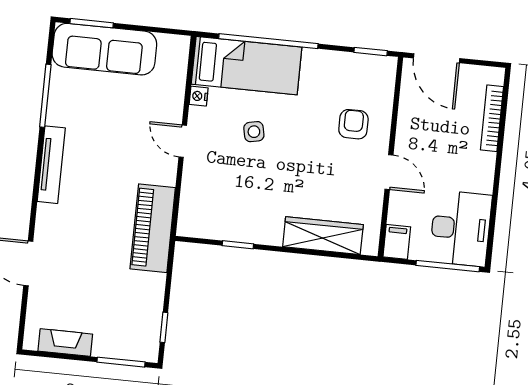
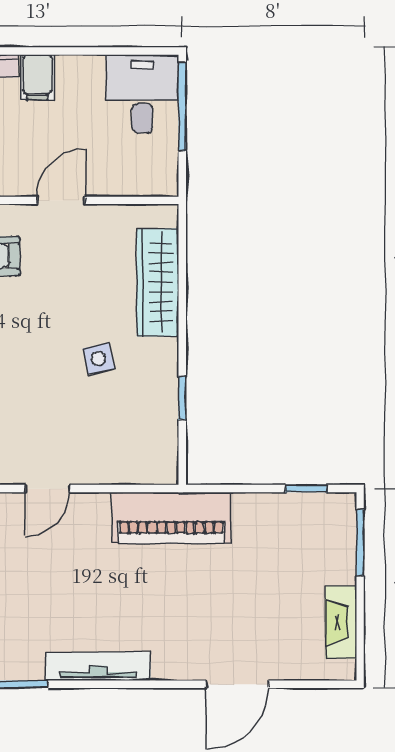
side table: (254, 132) -> (98, 359), moved
desk: (461, 228) -> (142, 94), width x0.73
filing cabinet: (397, 242) -> (37, 77), moved, turned -90

